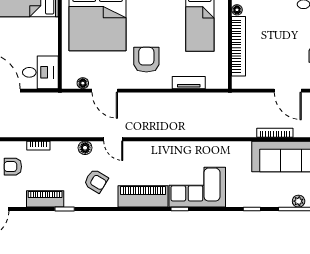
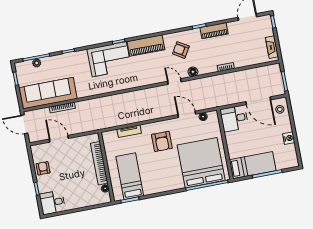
armchair: (13, 167) -> (241, 49), removed

